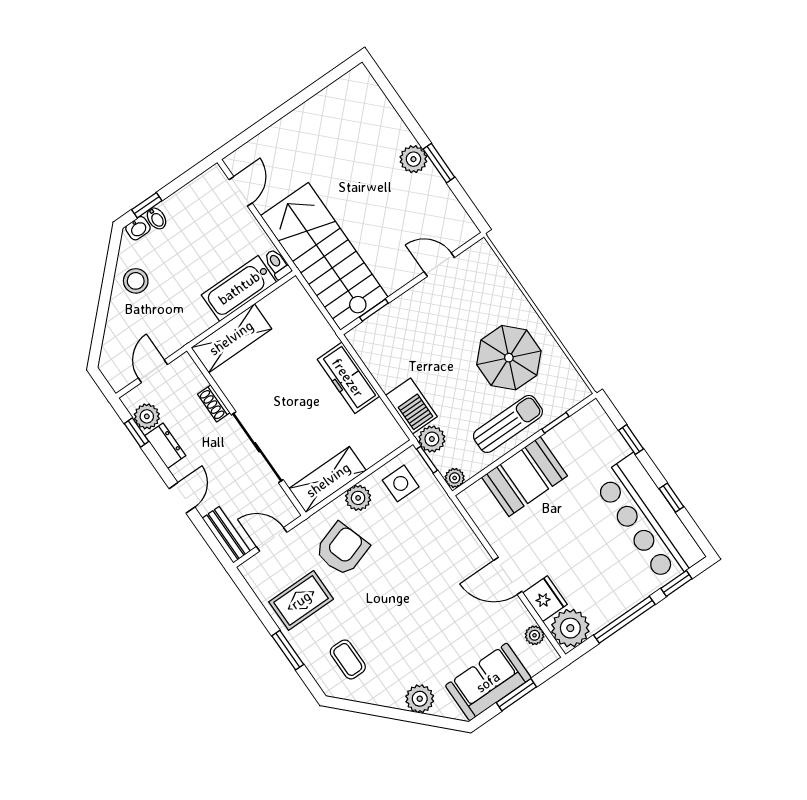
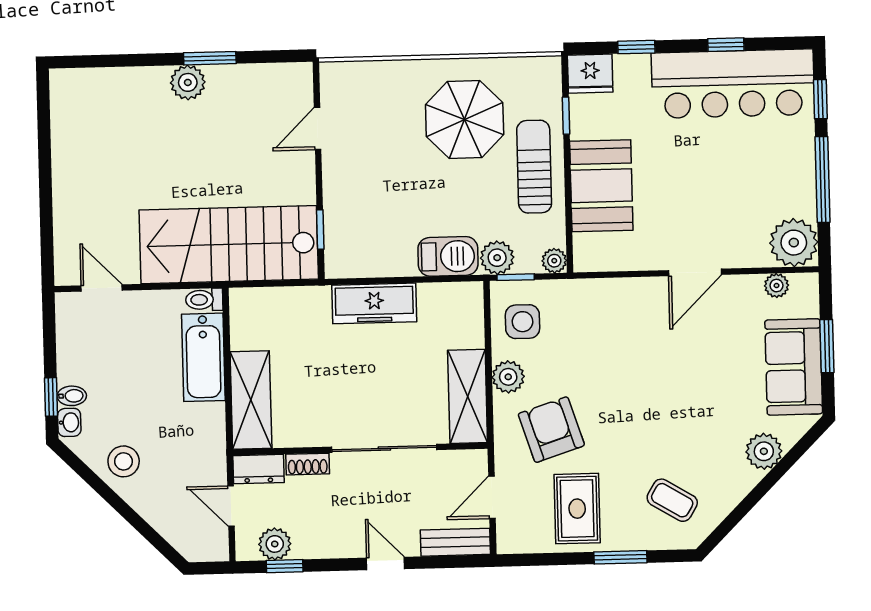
dresser: (165, 446) -> (259, 469), moved, turned 180
fridge: (545, 599) -> (590, 74), moved, turned 180
coffee table: (348, 659) -> (672, 500), turned 31

